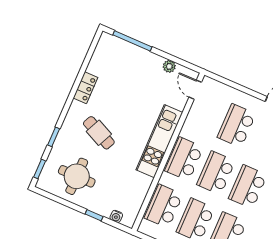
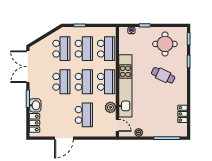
locker: (85, 88) -> (183, 114), moved
plant: (194, 120) -> (110, 107), added
kitchen unit: (159, 141) -> (125, 86), width x1.36

